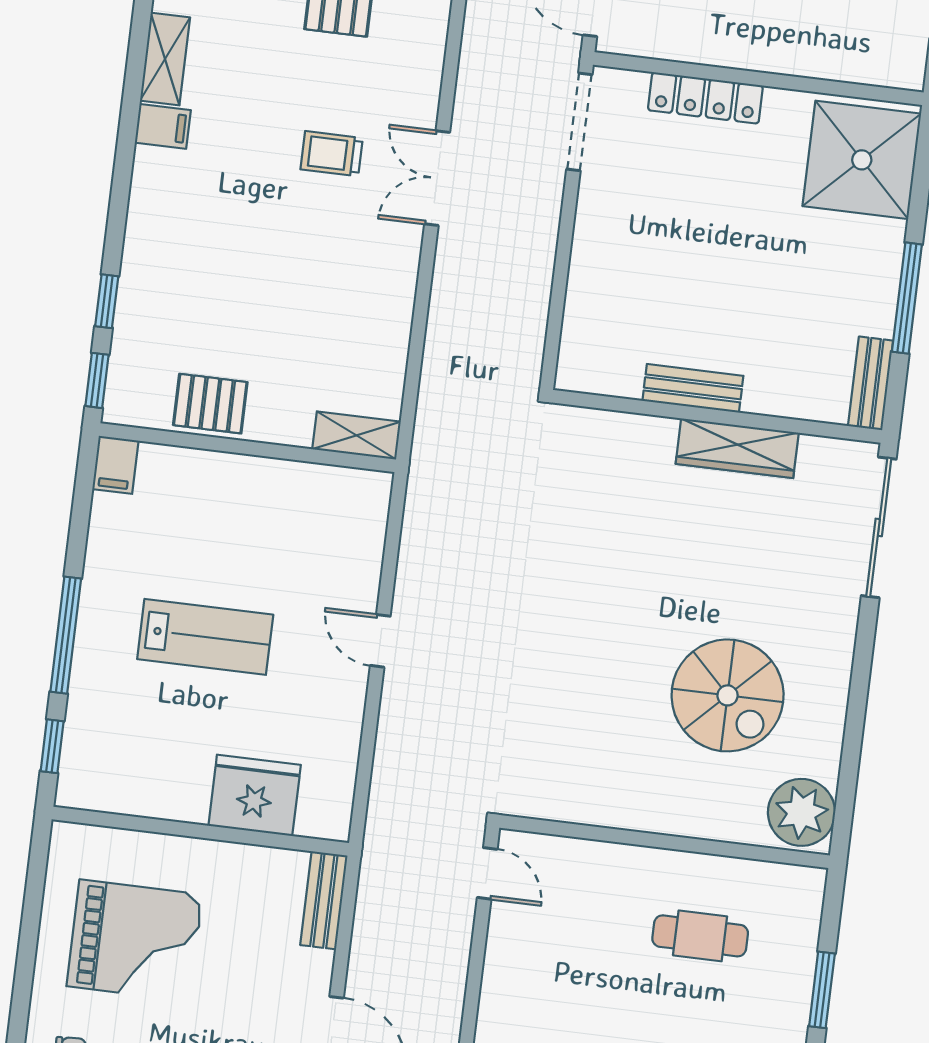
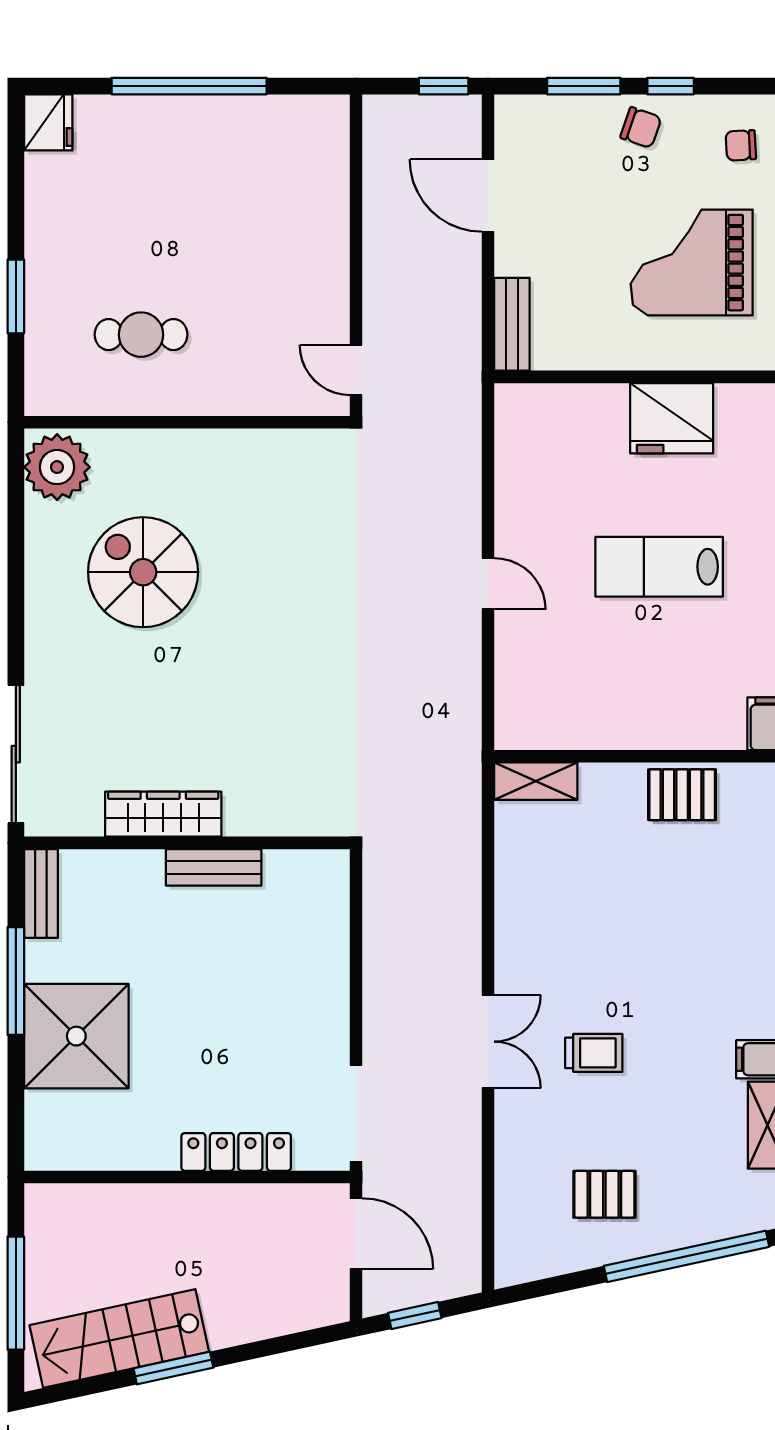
shower: (862, 160) -> (76, 1036), moved
fridge: (255, 795) -> (672, 418), moved

